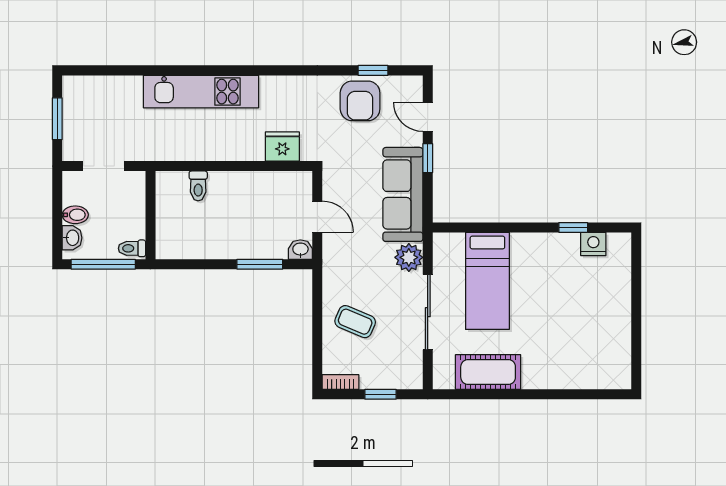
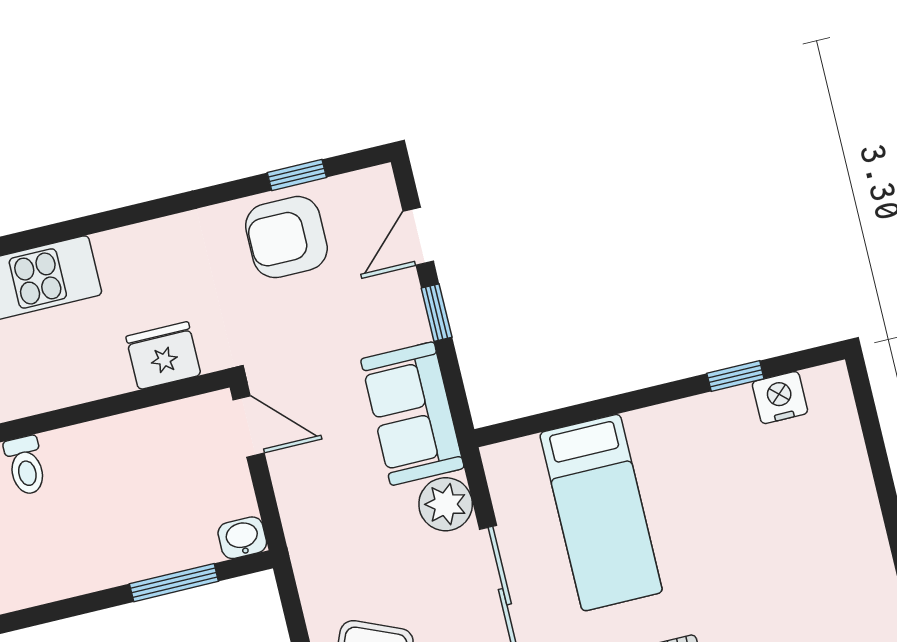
armchair: (360, 101) -> (286, 237), turned 90
door: (428, 117) -> (418, 236), hinge flipped
sofa: (403, 194) -> (412, 414), width x0.73
door: (317, 217) -> (249, 426), moved

